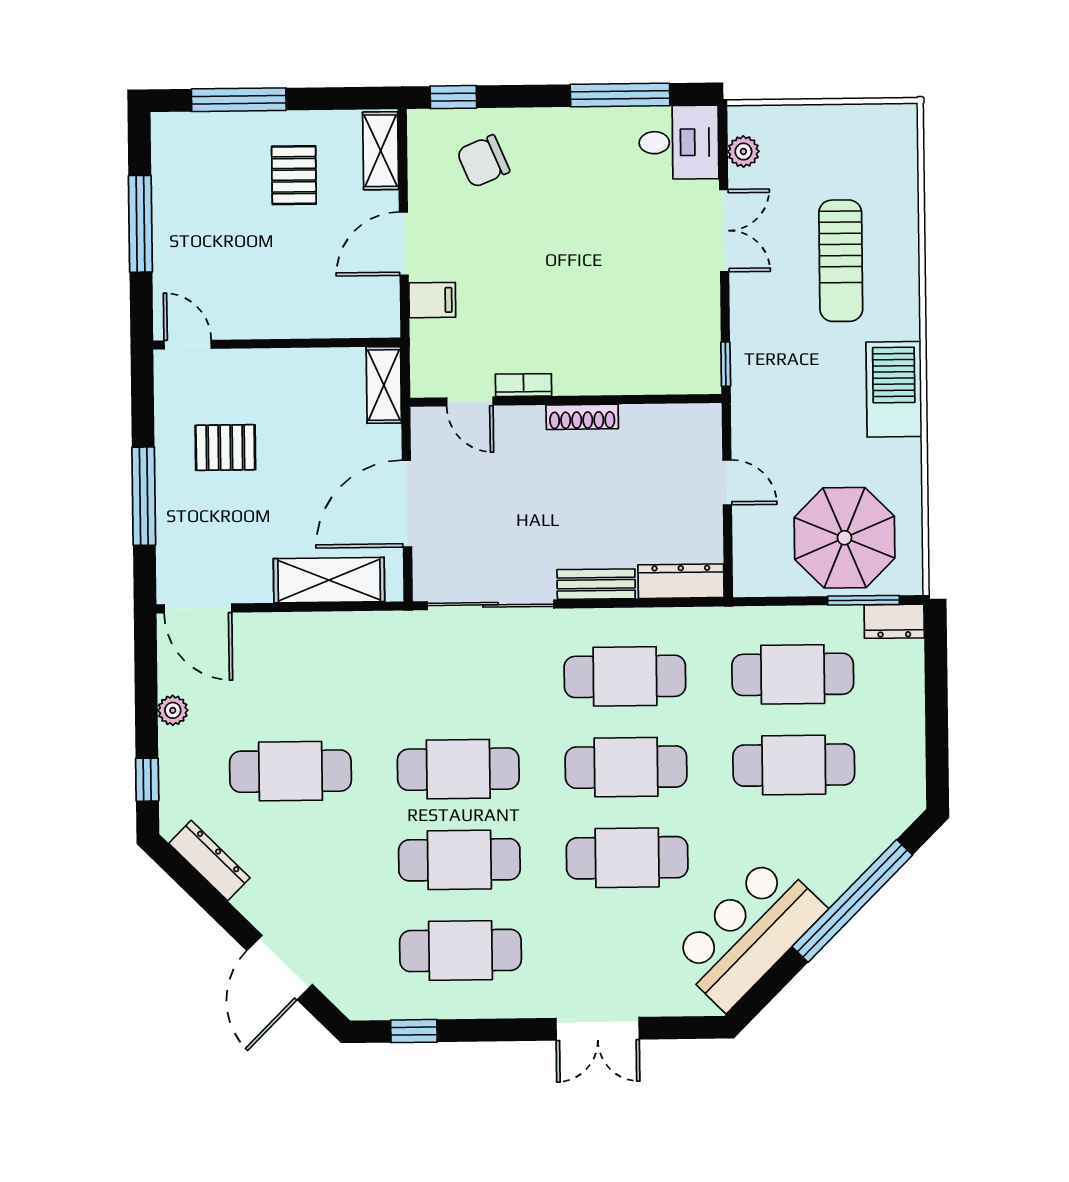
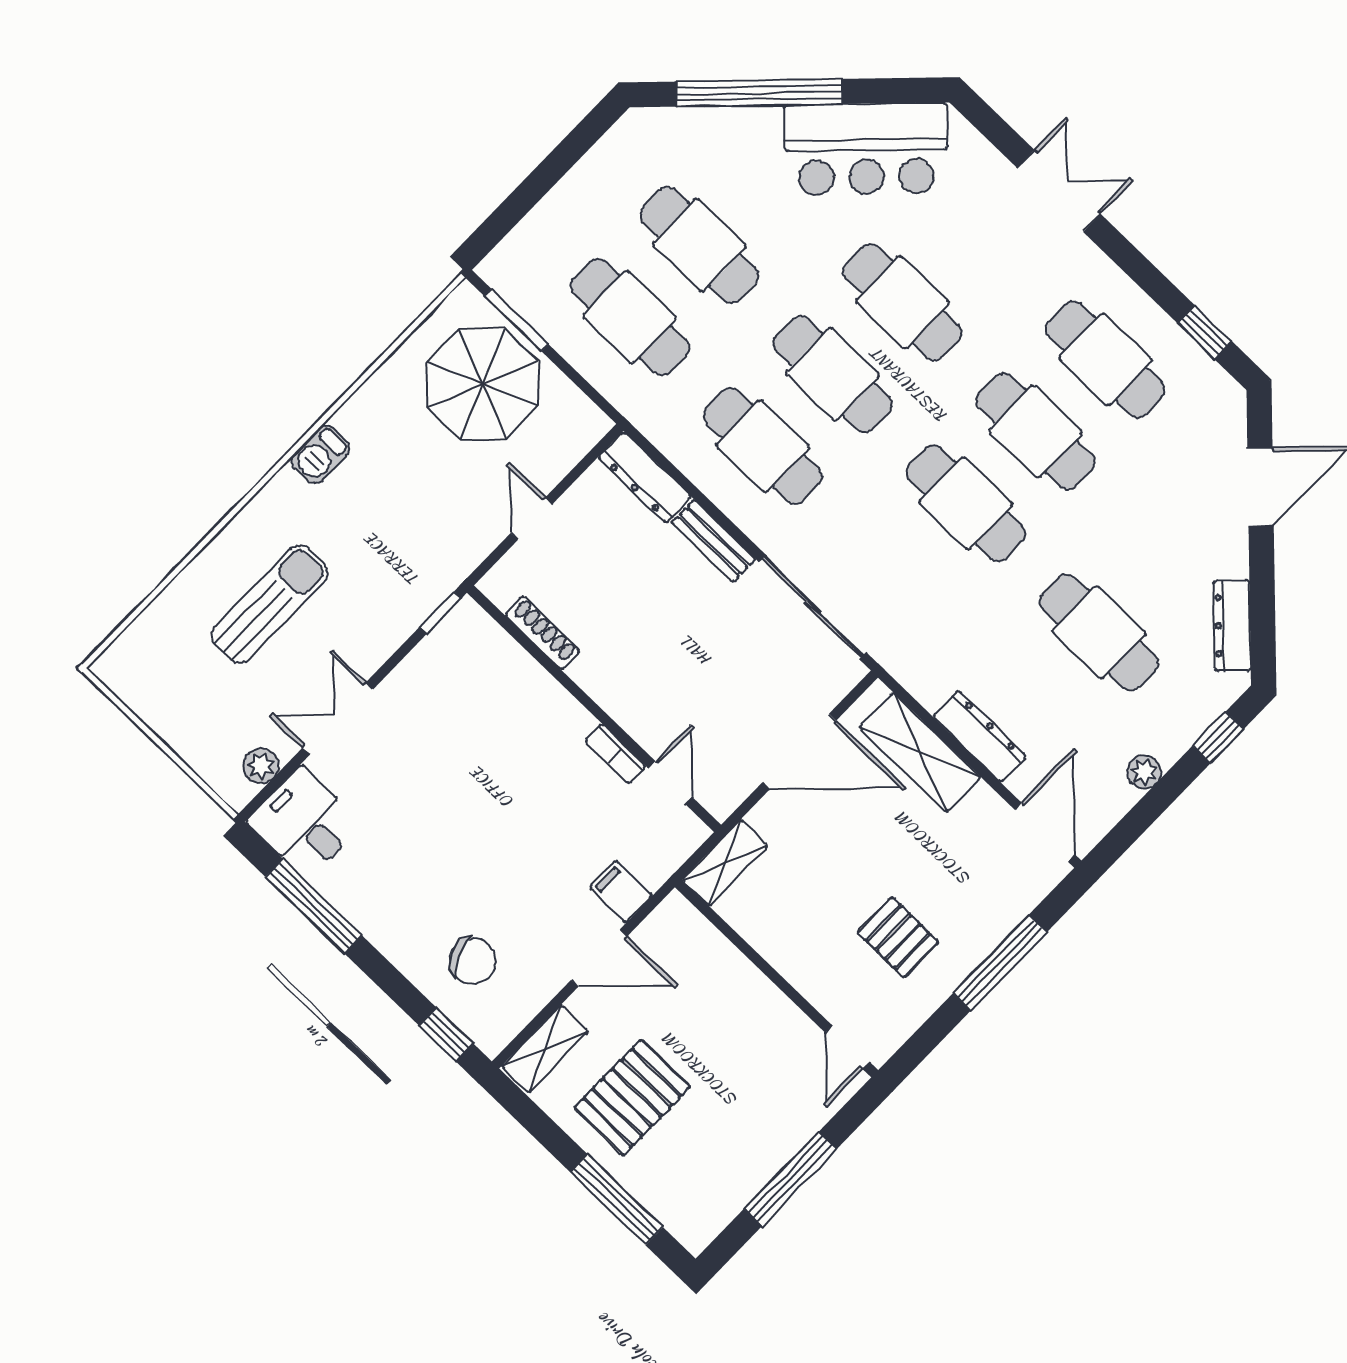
pallet: (294, 175) -> (632, 1097), width x1.50, depth x1.42
barbecue: (894, 389) -> (321, 455), width x0.53, depth x0.65
shoe rack: (582, 417) -> (542, 633), moved
dresser: (894, 621) -> (980, 736), moved, width x1.44

